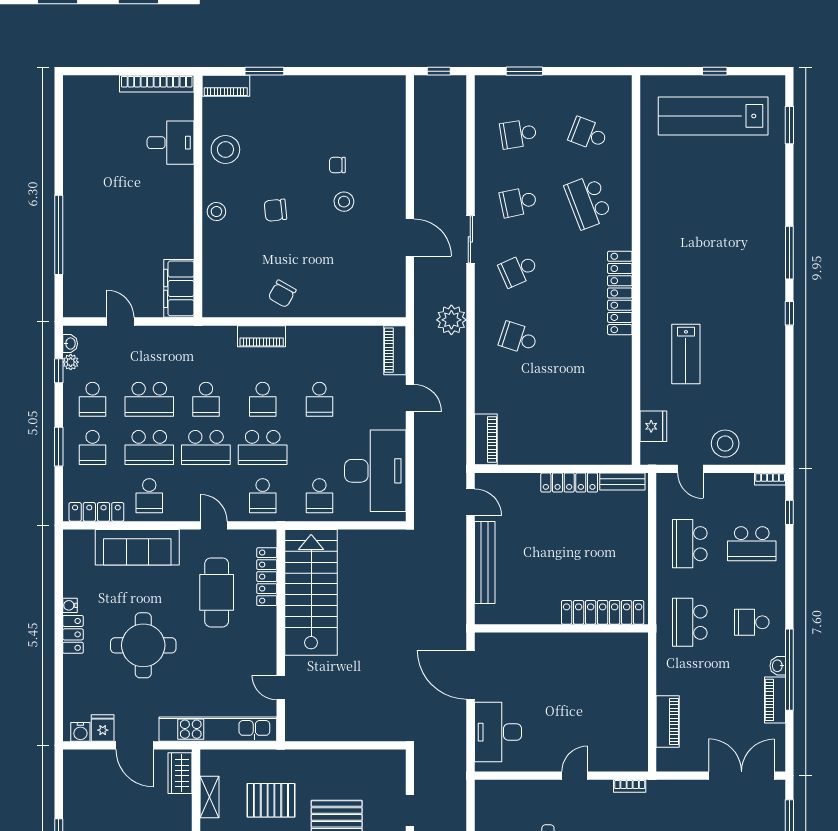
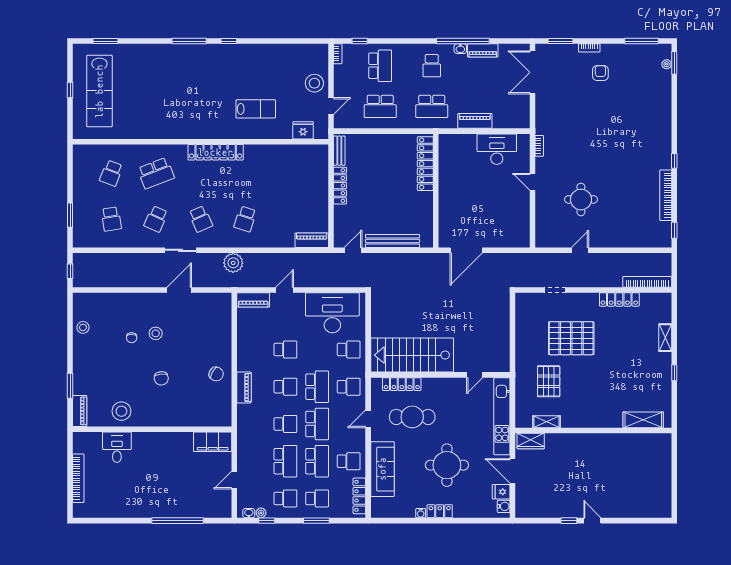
bookcase: (157, 84) -> (78, 478), moved
school desk: (518, 202) -> (156, 219), turned 36
stool: (216, 212) -> (83, 327), moved
piano: (668, 721) -> (475, 121), moved
desk: (498, 732) -> (497, 149), moved, turned 180
door: (134, 745) -> (513, 471), swing flipped

